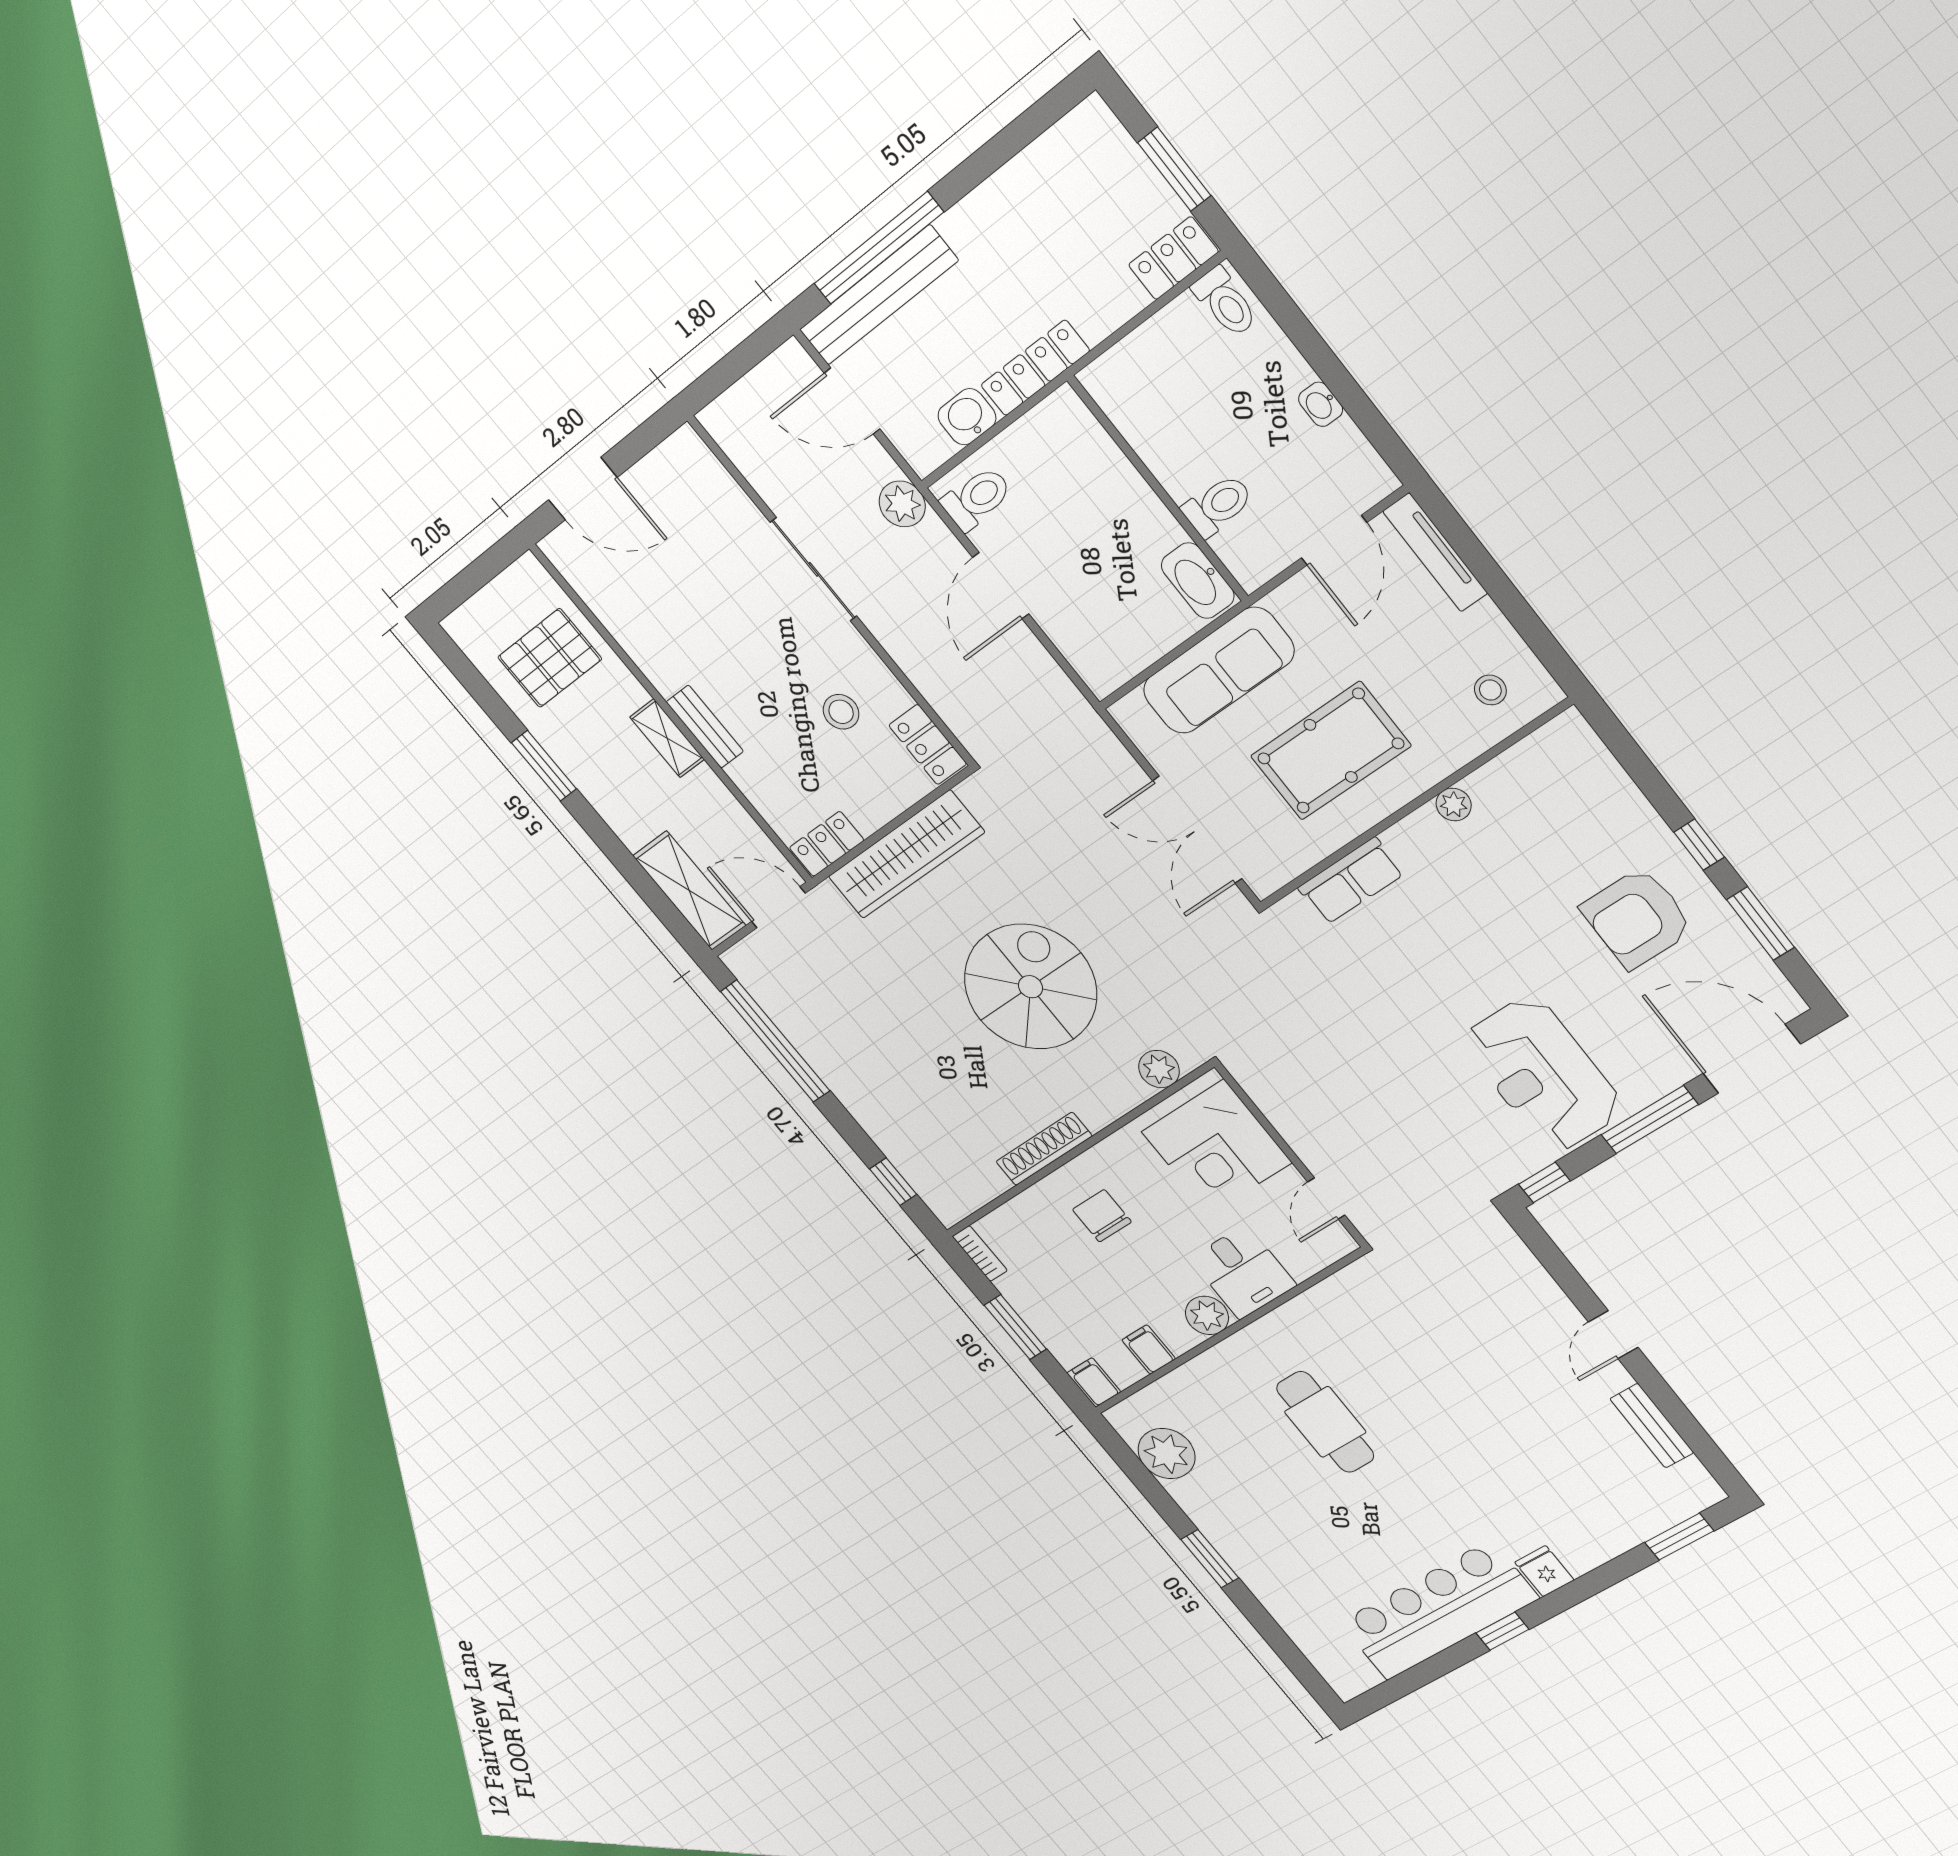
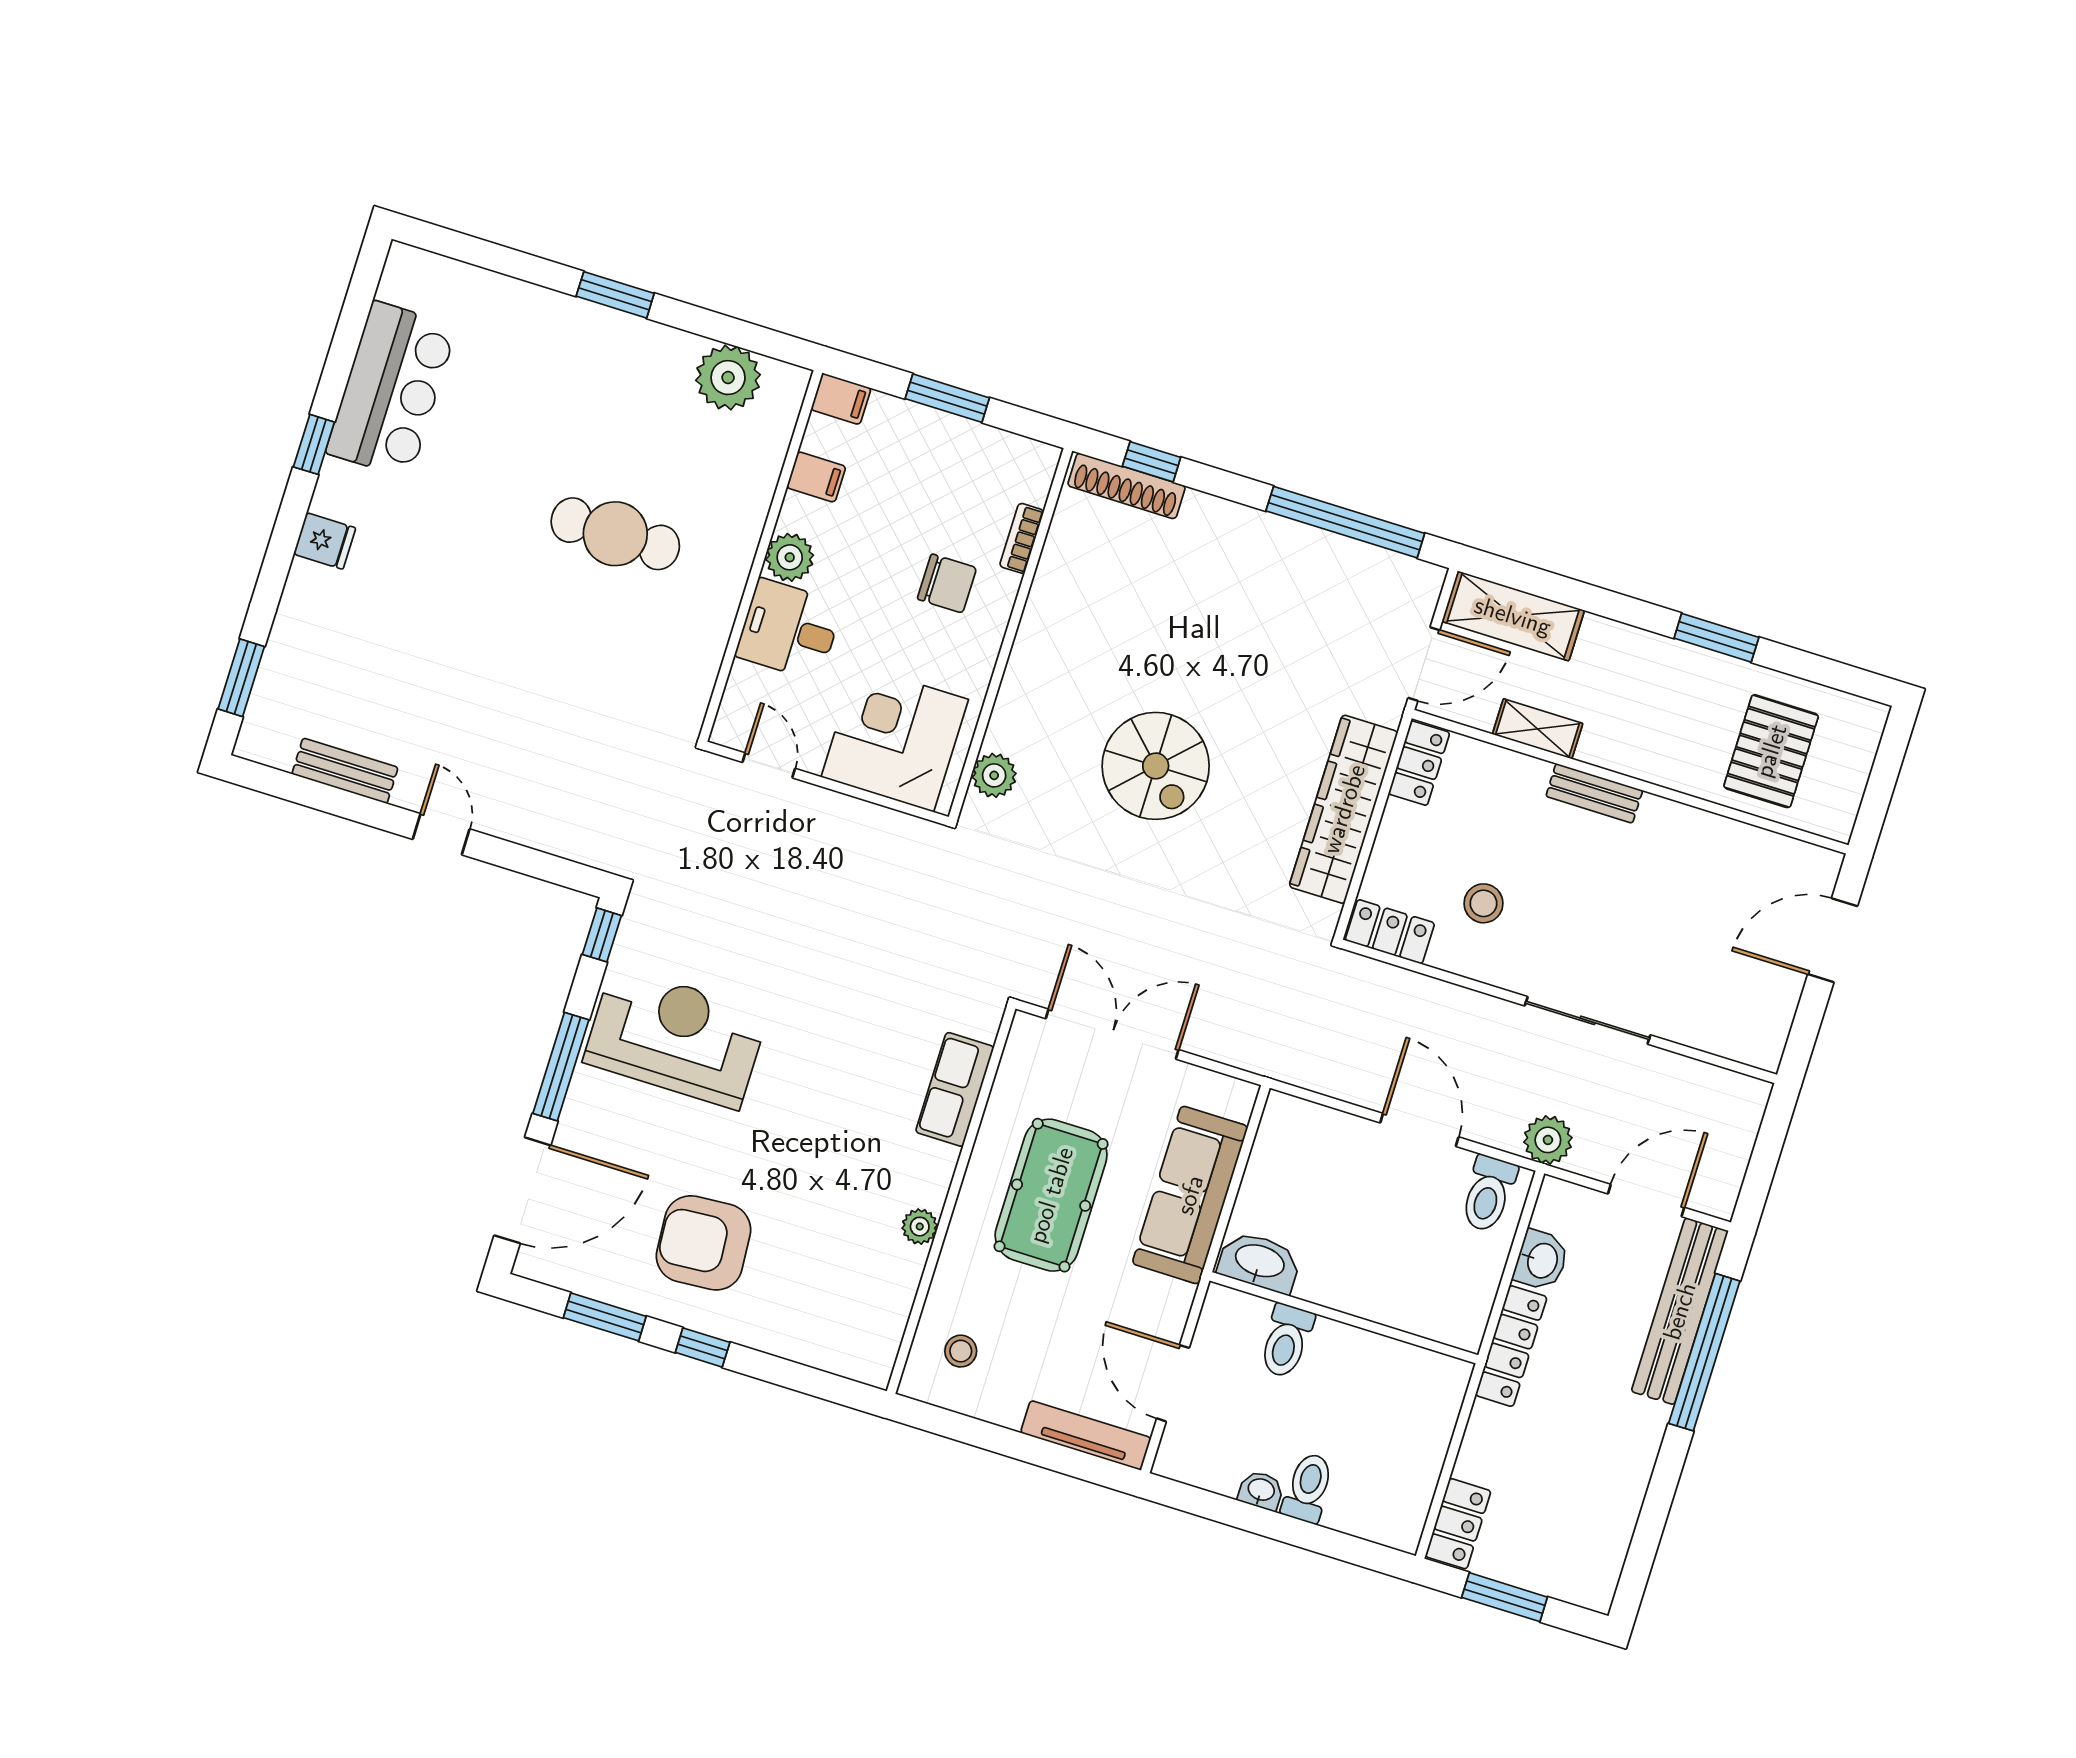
toilet: (1225, 302) -> (1308, 1488), moved, turned 90
shelving: (667, 738) -> (1538, 729), moved
armchair: (1637, 918) -> (703, 1243), turned -94
spiral stairs: (1030, 987) -> (1156, 766), width x0.73, depth x0.73
shoe rack: (1044, 1149) -> (1126, 486), moved, turned 90
bookcase: (980, 1253) -> (1022, 538), moved, turned 90
bar counter: (1439, 1610) -> (391, 390), width x0.73

